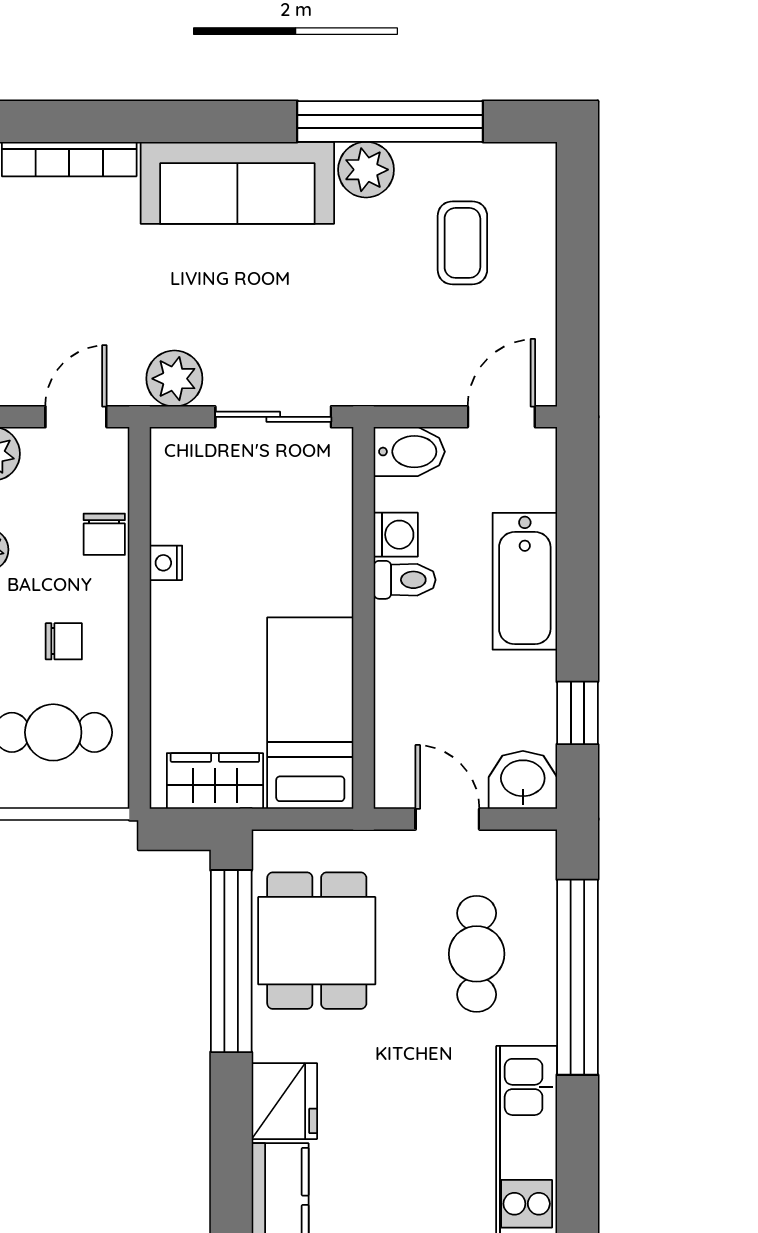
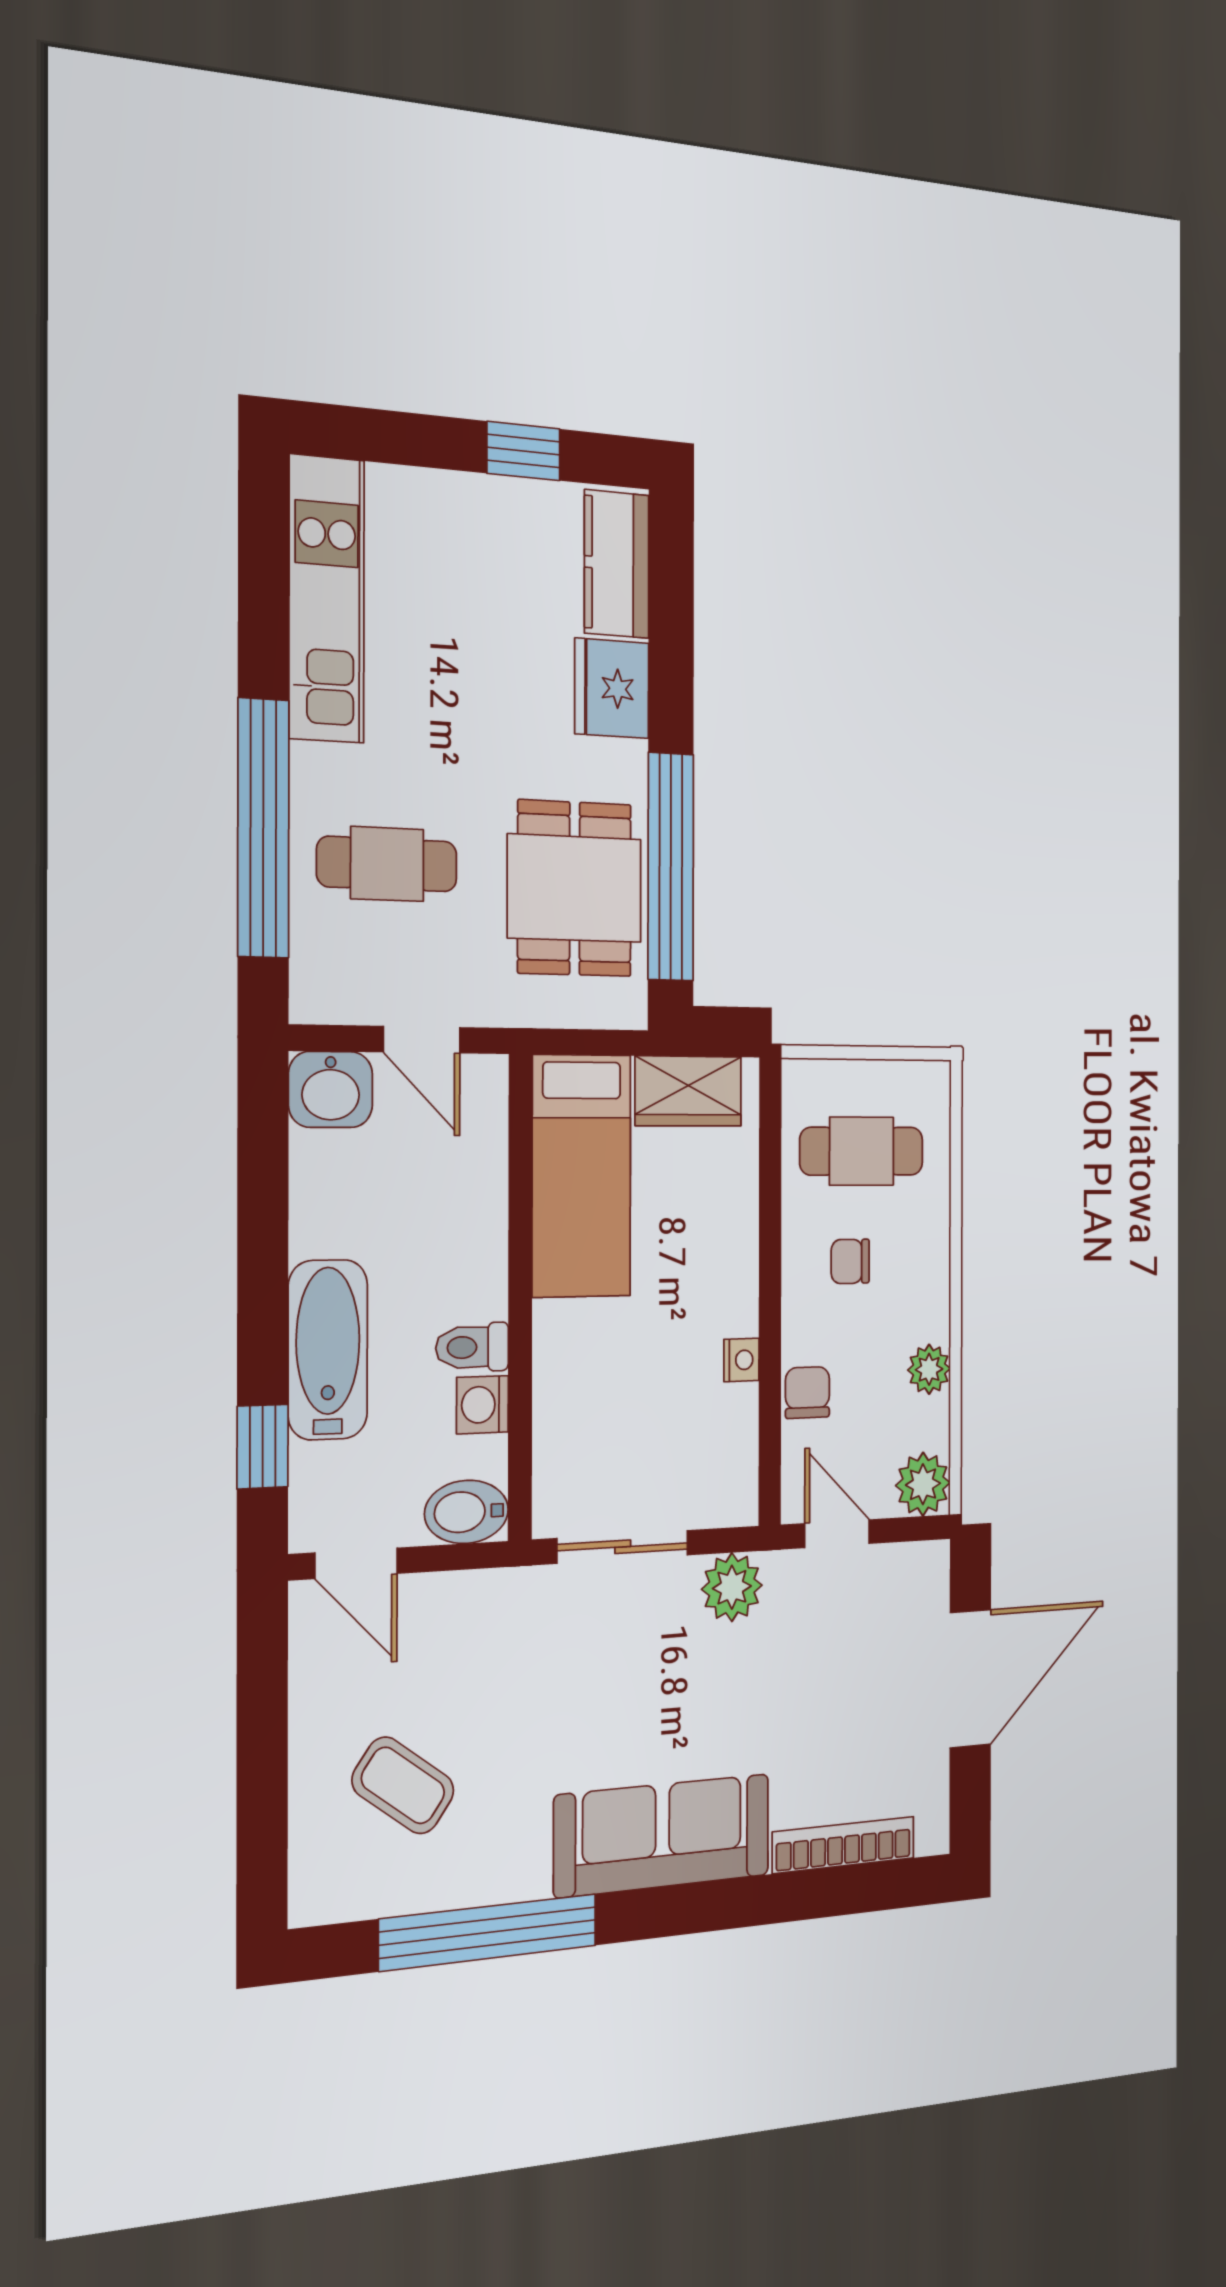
plant: (366, 170) -> (516, 1868), removed
coffee table: (462, 243) -> (403, 1785), turned -54
door: (76, 417) -> (837, 1534), swing flipped
door: (501, 417) -> (356, 1563), hinge flipped
window: (577, 713) -> (263, 1447), moved
cafe table: (477, 954) -> (387, 864), turned 90

